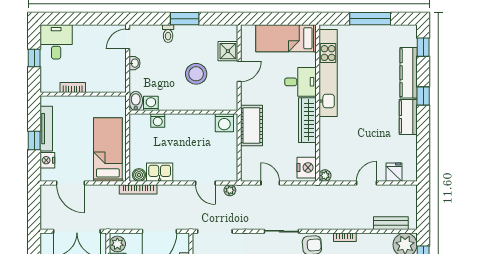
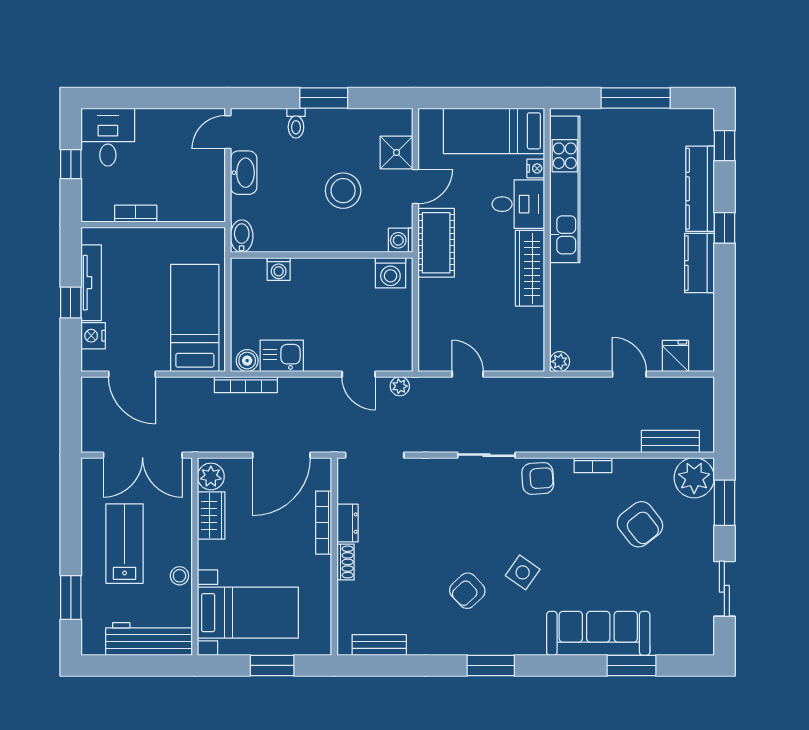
washbasin: (134, 63) -> (244, 173), width x1.91, depth x1.45
washing machine: (151, 103) -> (401, 240), moved, turned -90
cot: (251, 126) -> (436, 243), moved
nightstand: (307, 168) -> (536, 168), moved, width x0.53, depth x0.56
door: (366, 183) -> (629, 374), hinge flipped

